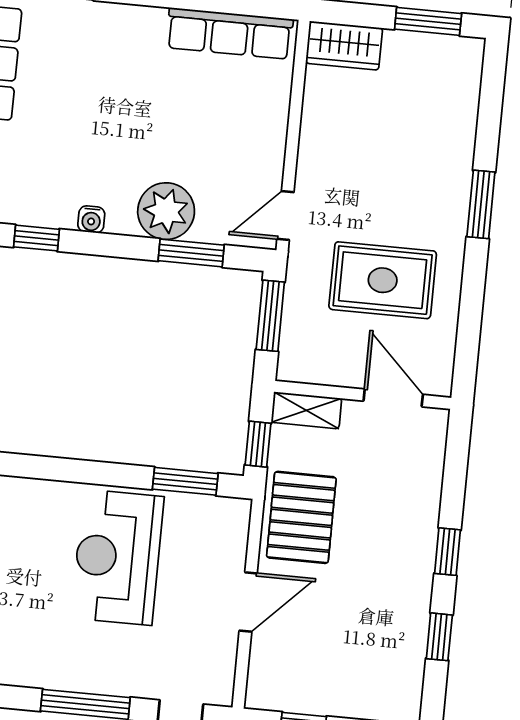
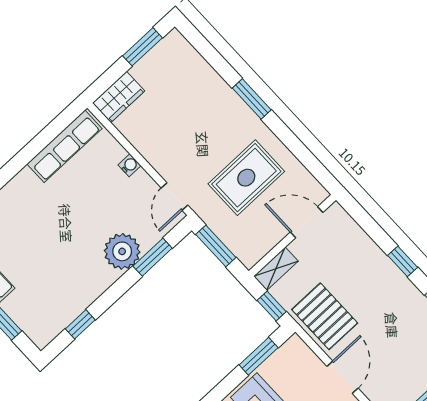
water cooler: (91, 219) -> (130, 165), moved, turned -90

